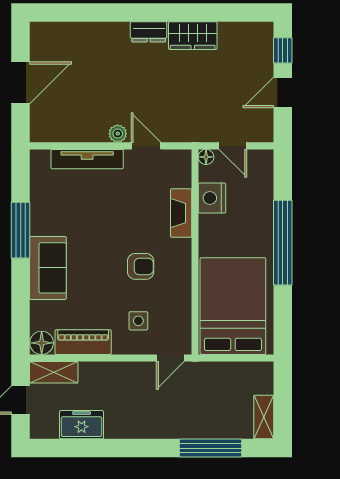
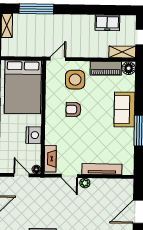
nightstand: (212, 198) -> (34, 135), moved
fireplace: (181, 213) -> (50, 159), moved
side table: (138, 321) -> (75, 80), width x1.87, depth x1.87

